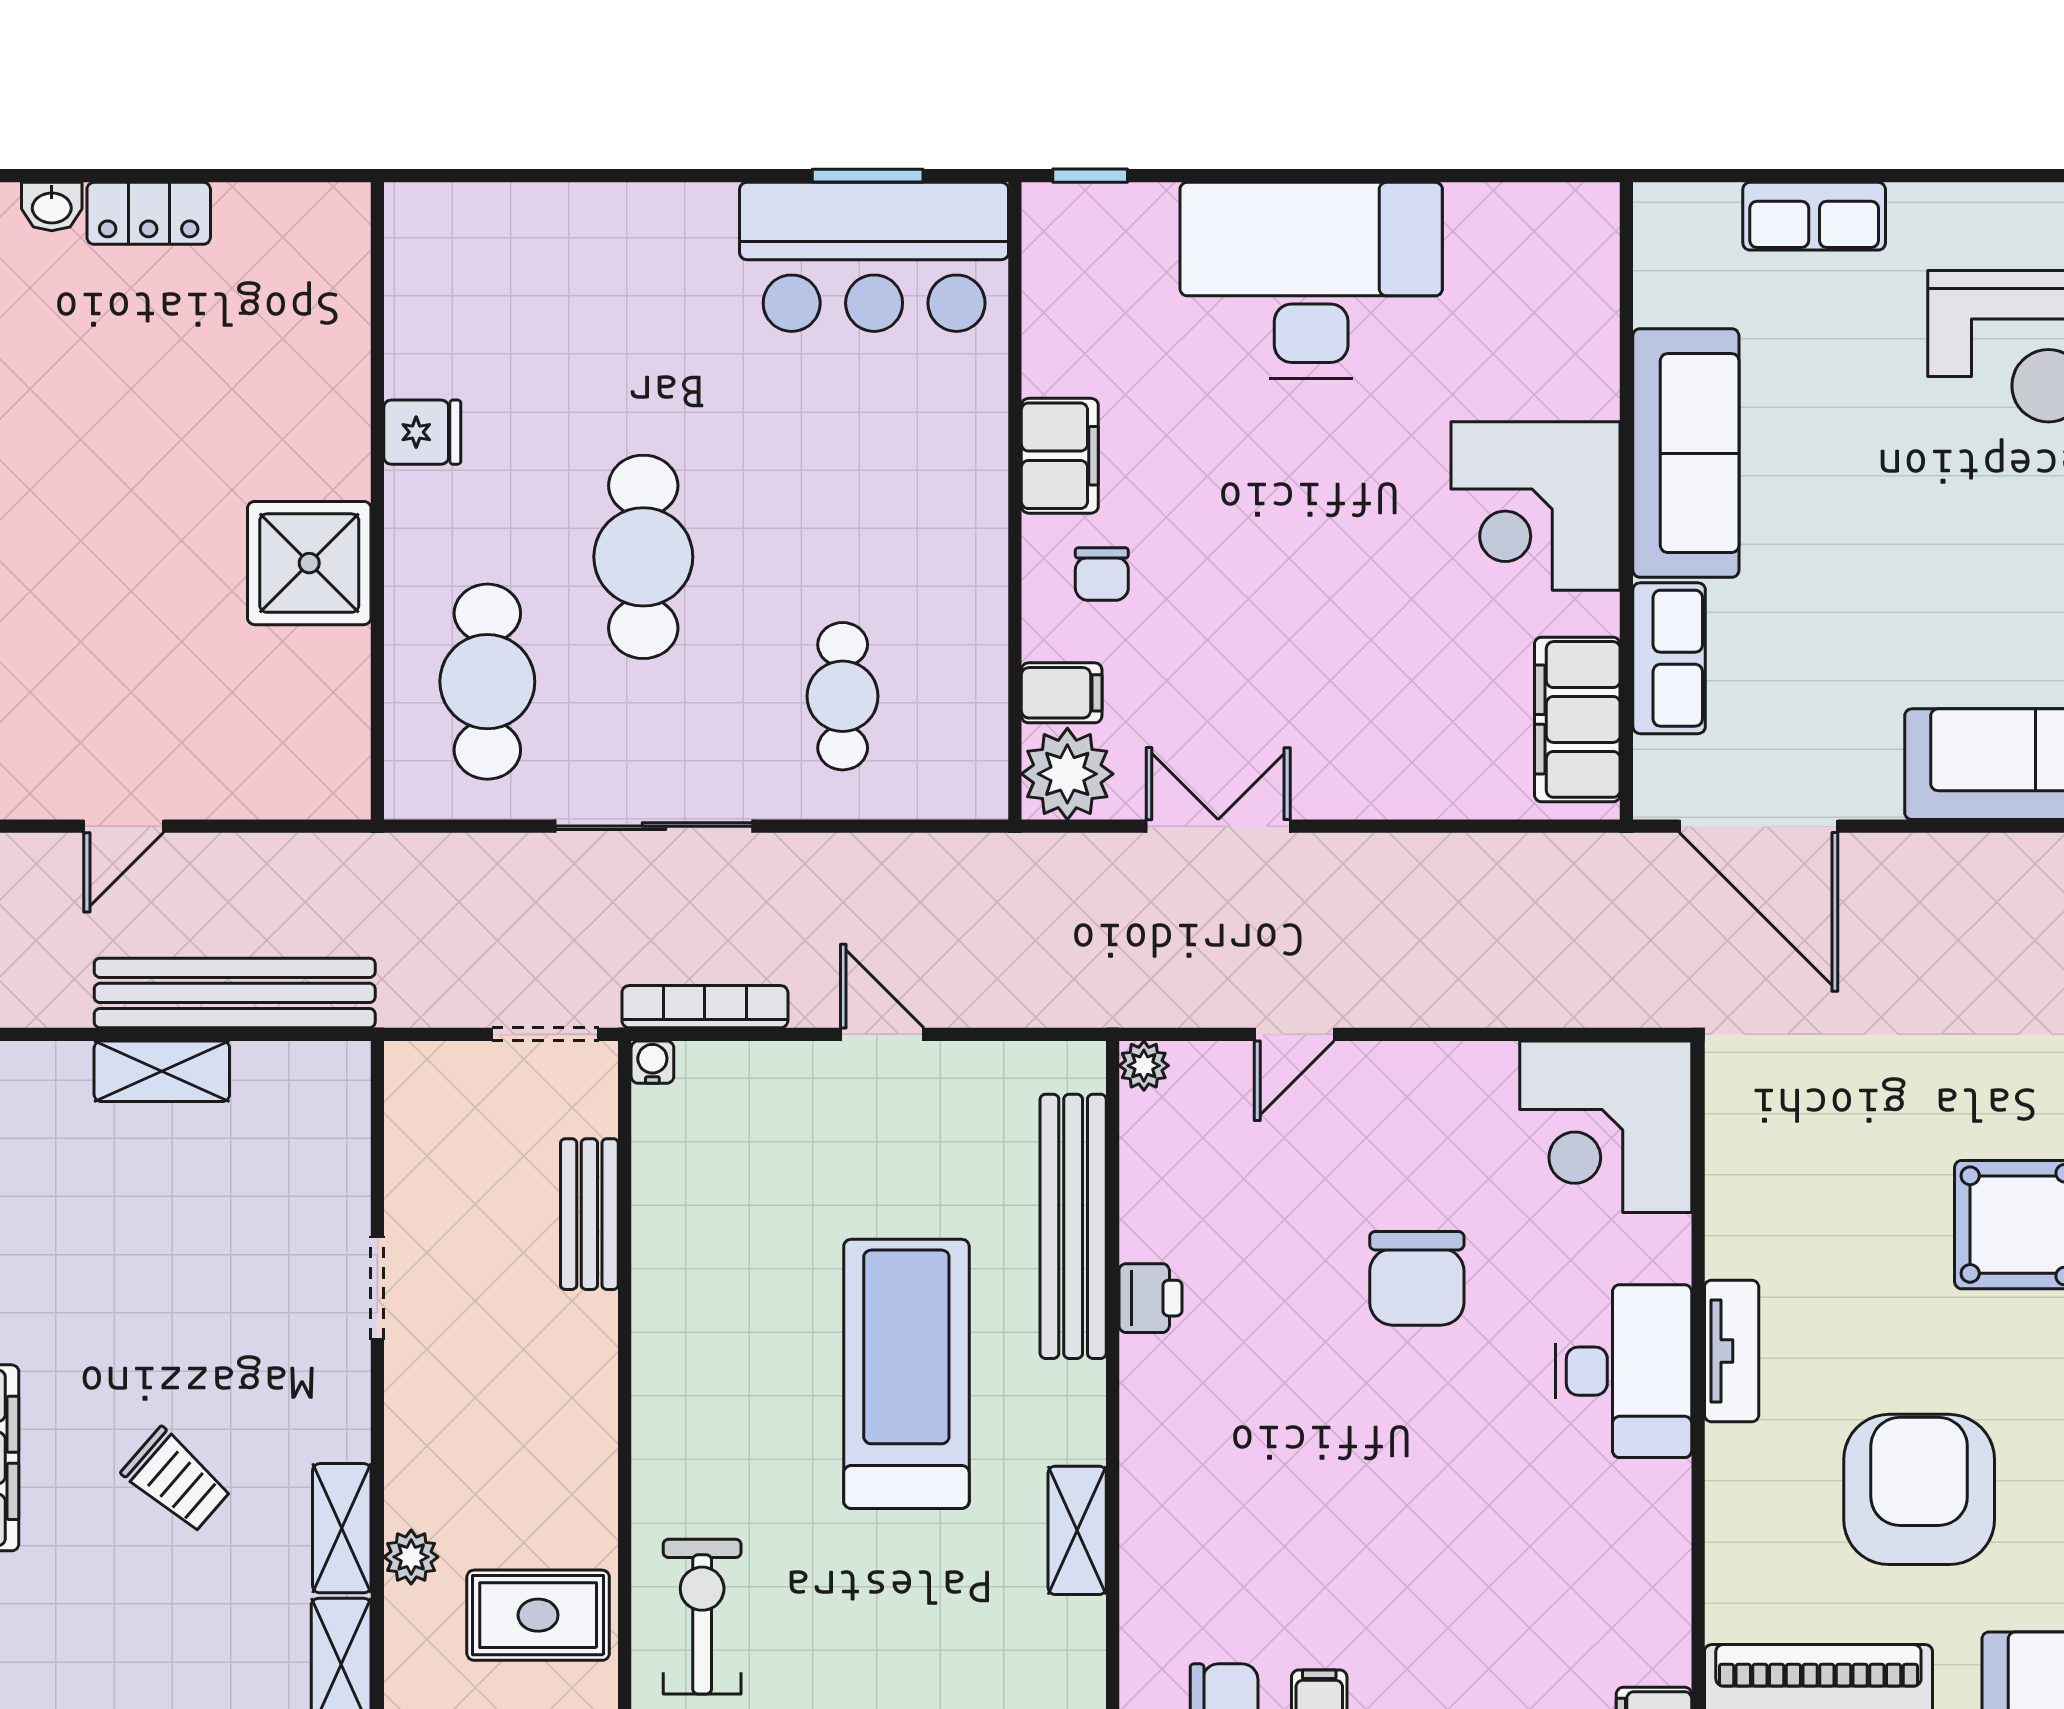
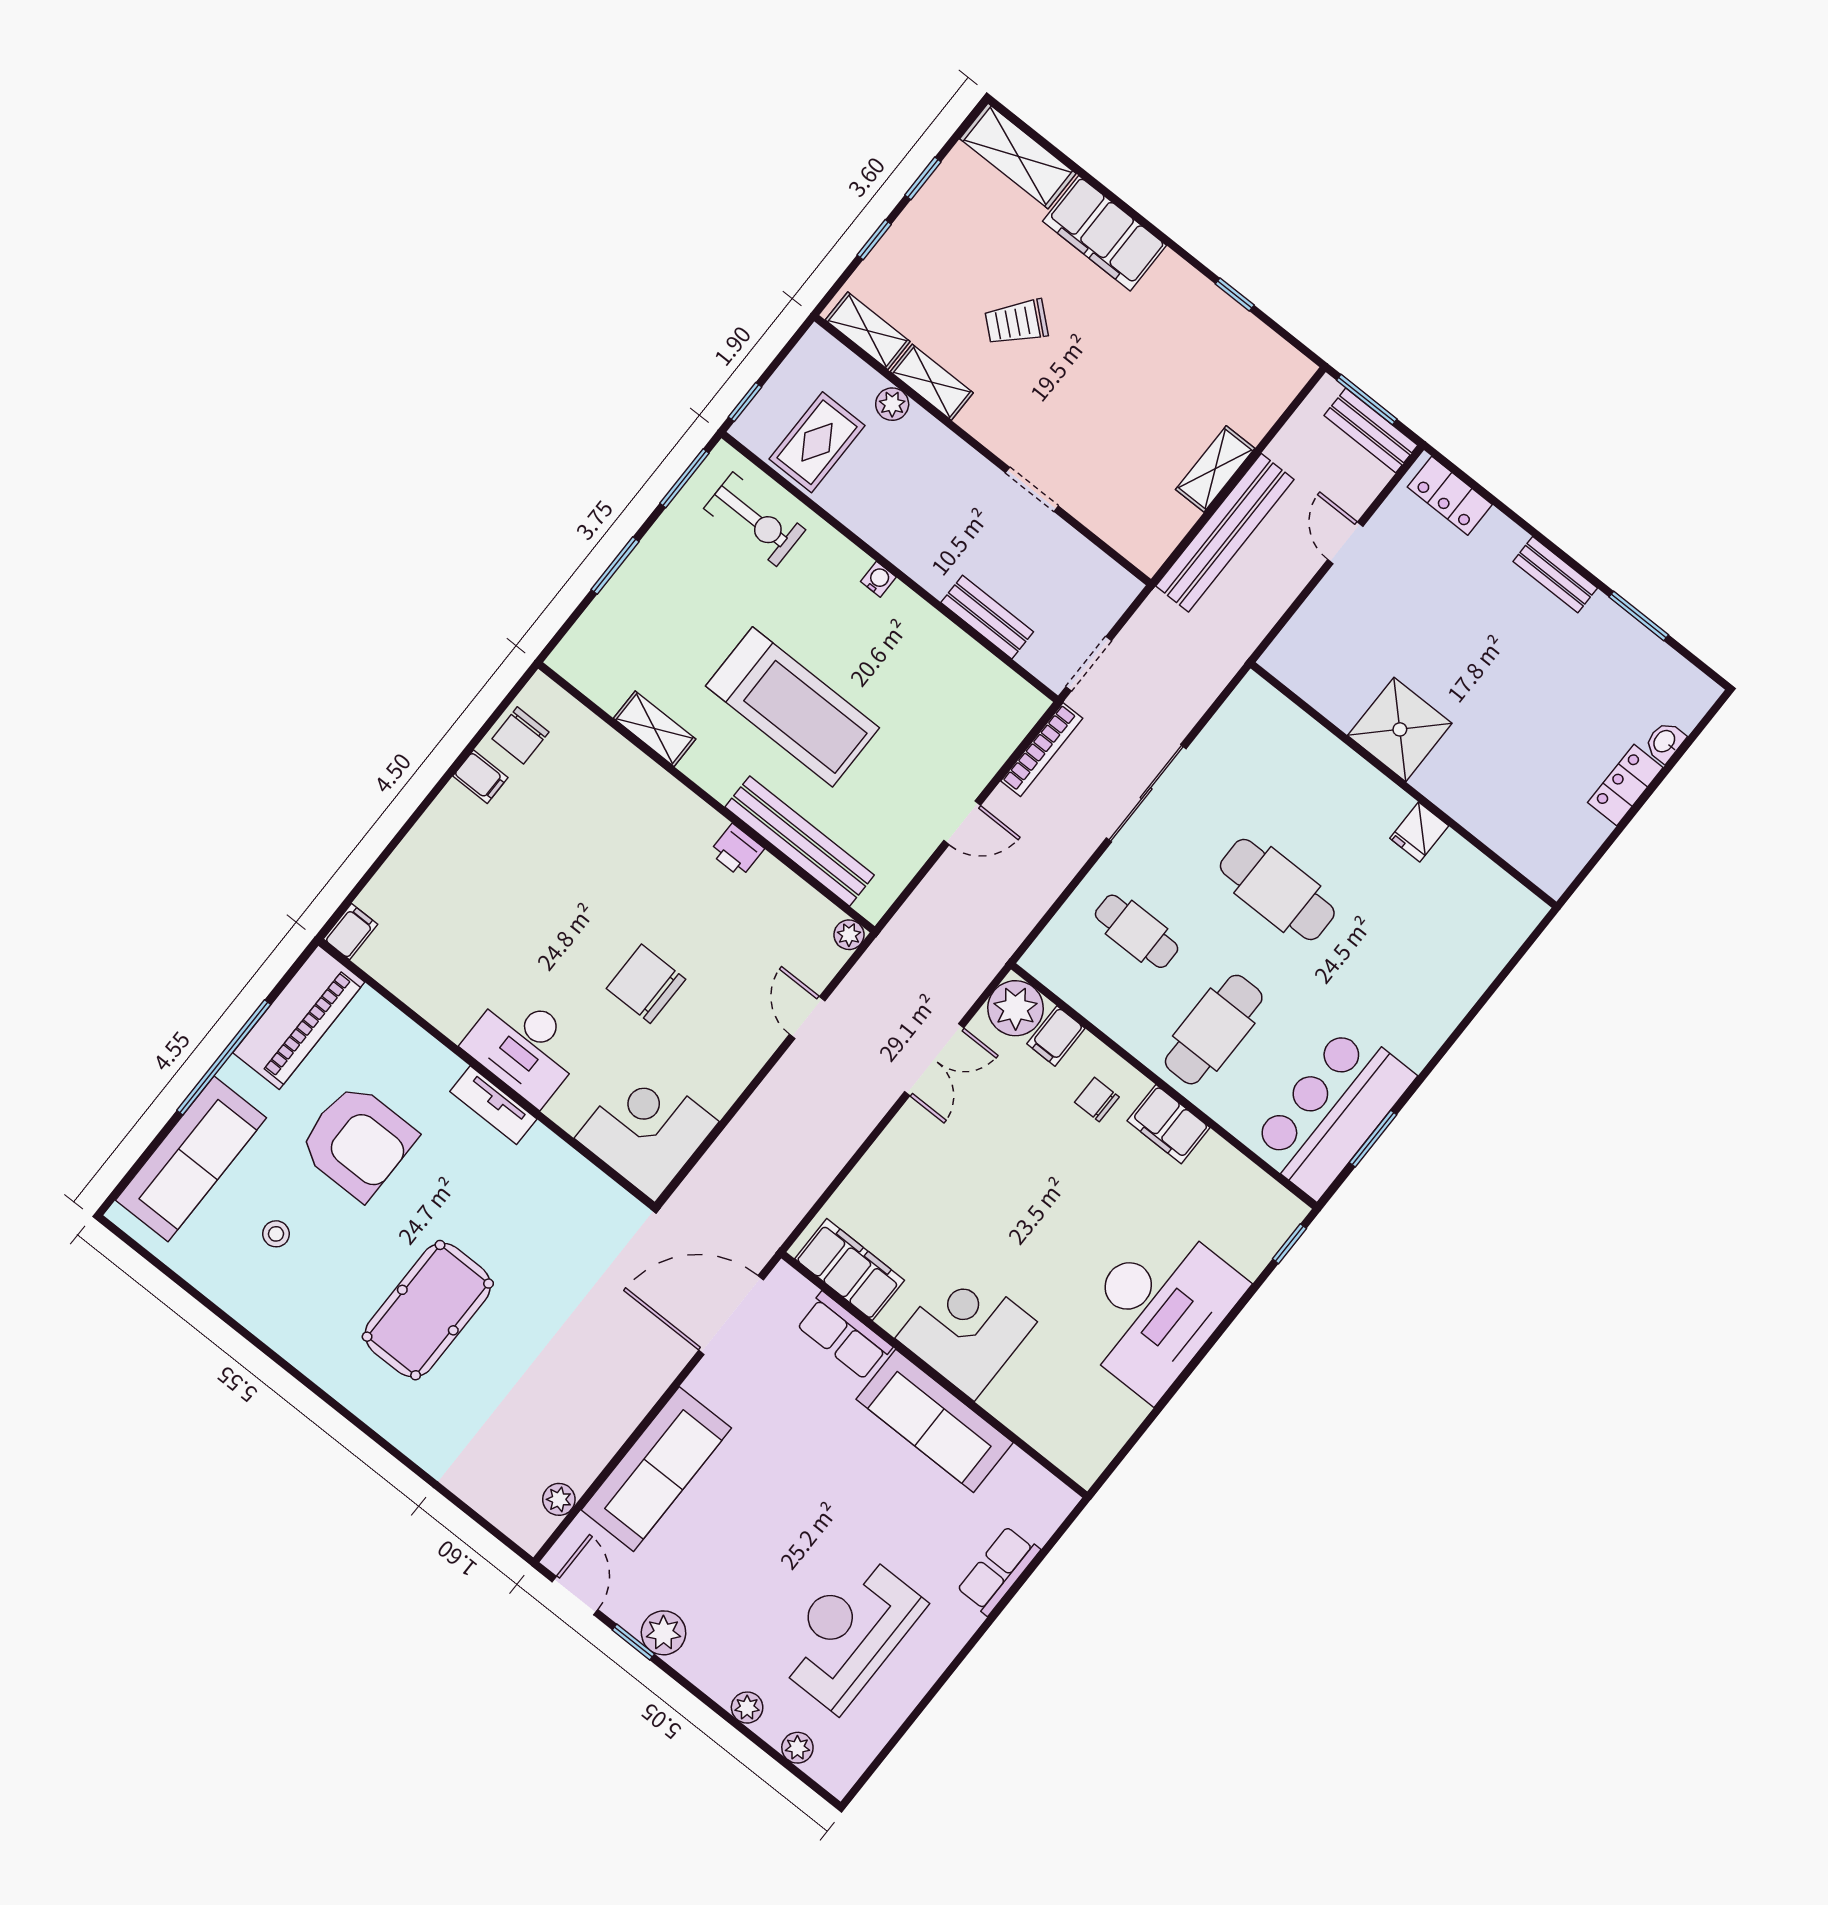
cafe table: (487, 682) -> (1214, 1030), moved, turned 90
water cooler: (652, 1062) -> (878, 579), moved, turned -90

